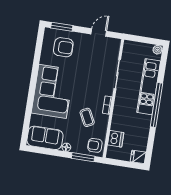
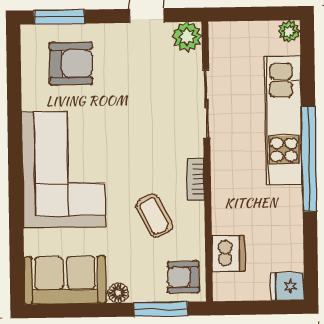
plant: (114, 44) -> (187, 37), added

